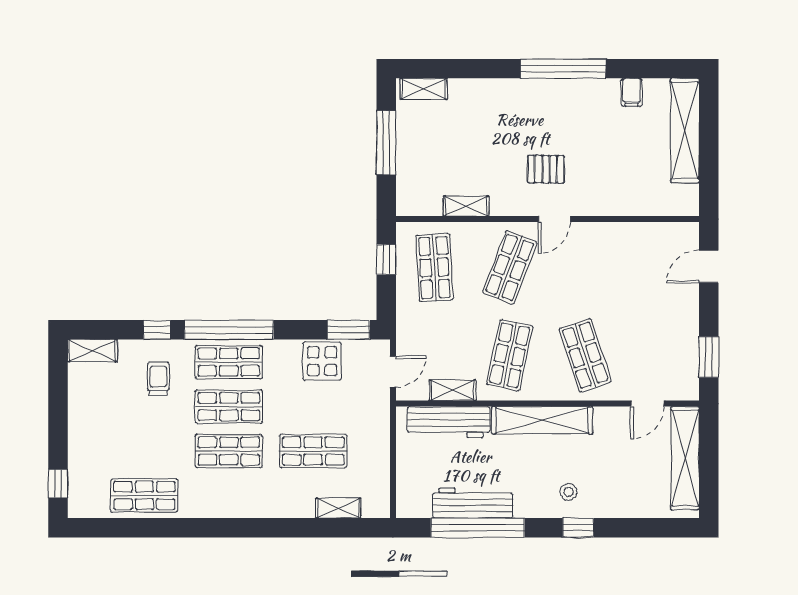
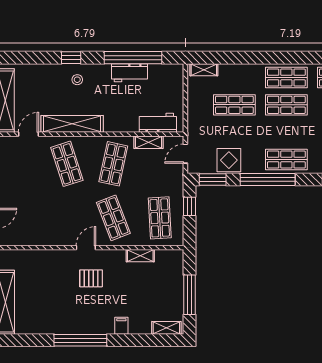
filing cabinet: (632, 92) -> (121, 326), moved
window: (386, 260) -> (189, 206), moved
shop shelf: (510, 267) -> (113, 218), turned -42
window: (229, 330) -> (268, 179), moved
shop shelf: (229, 407) -> (286, 78), moved
shelving: (542, 420) -> (72, 124), moved
workbench: (449, 422) -> (158, 123), width x0.73
workbench: (473, 503) -> (129, 73), width x0.73
shelving: (338, 508) -> (204, 70), moved

